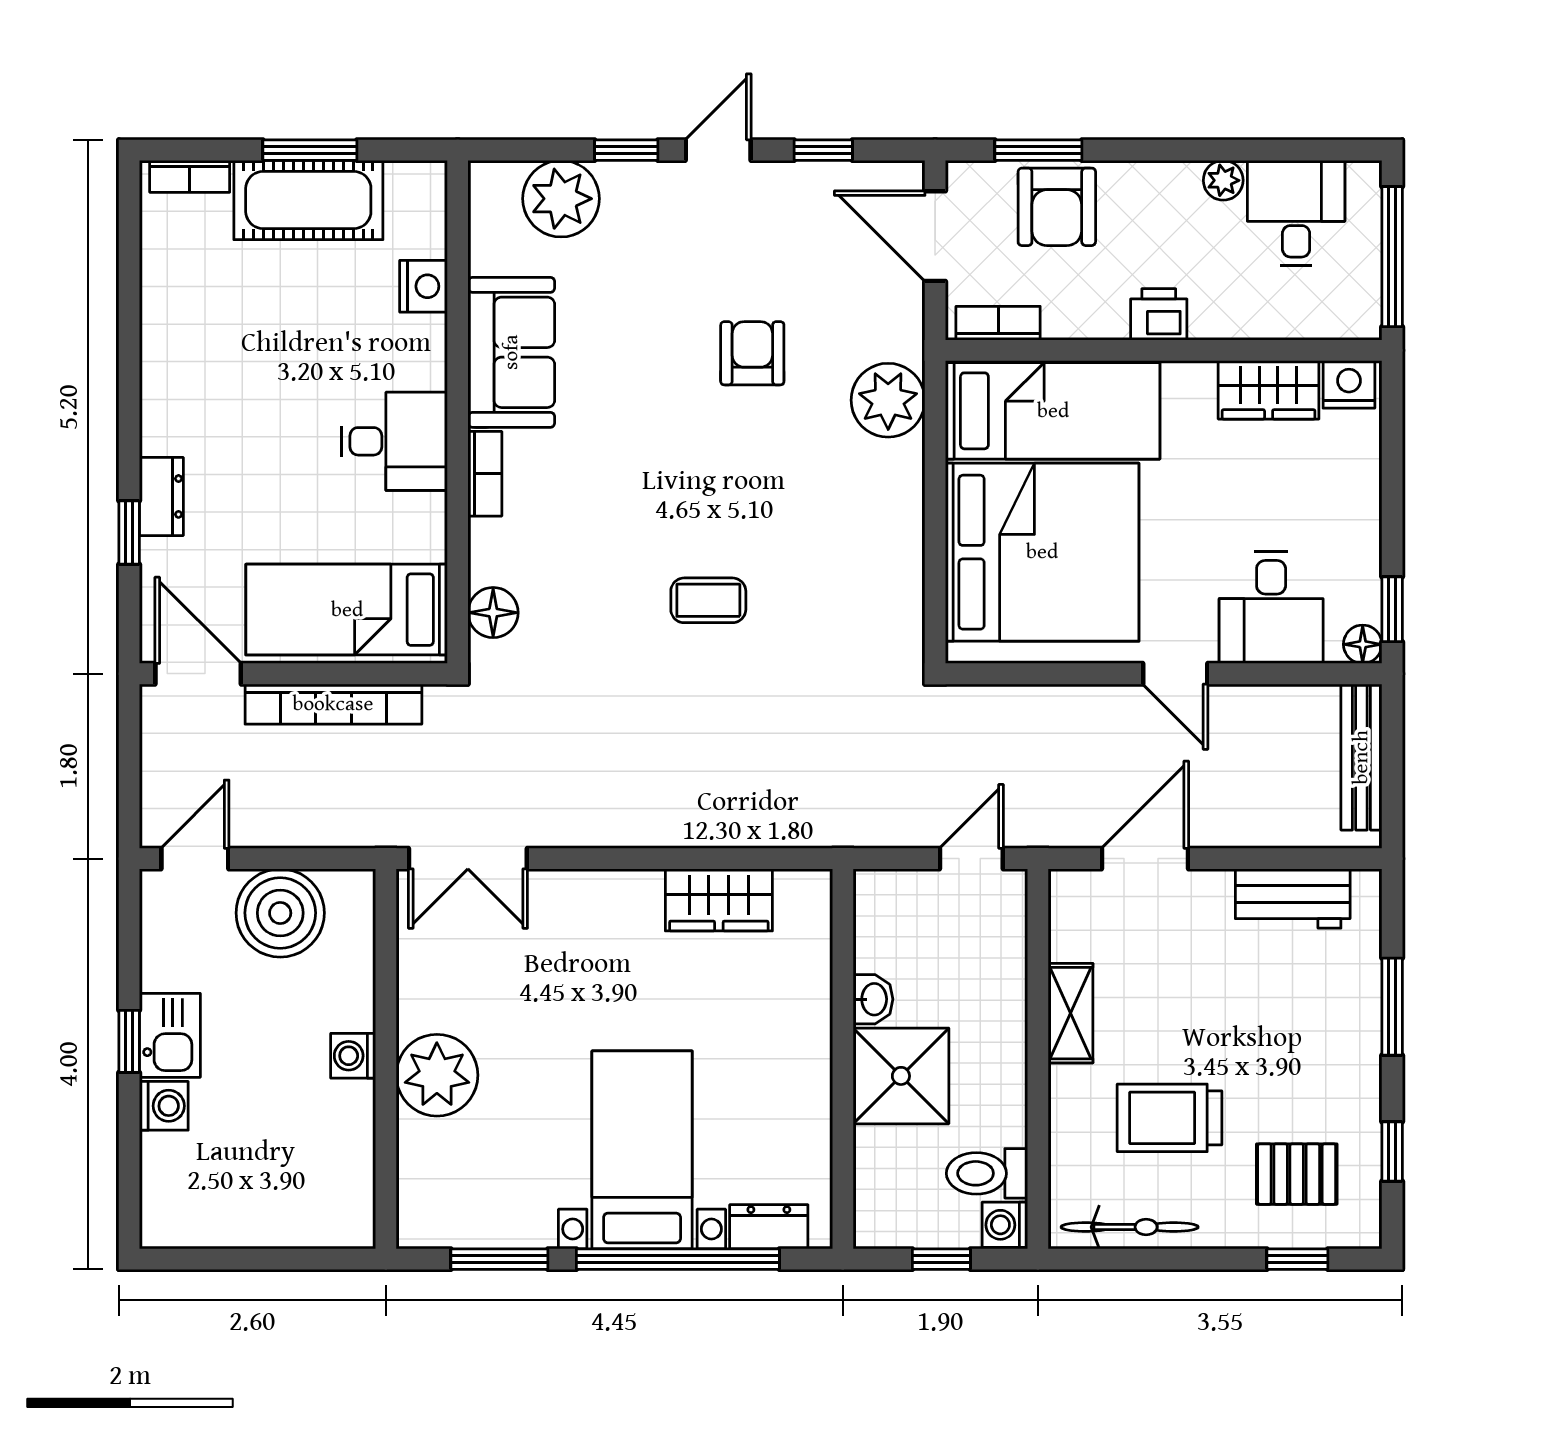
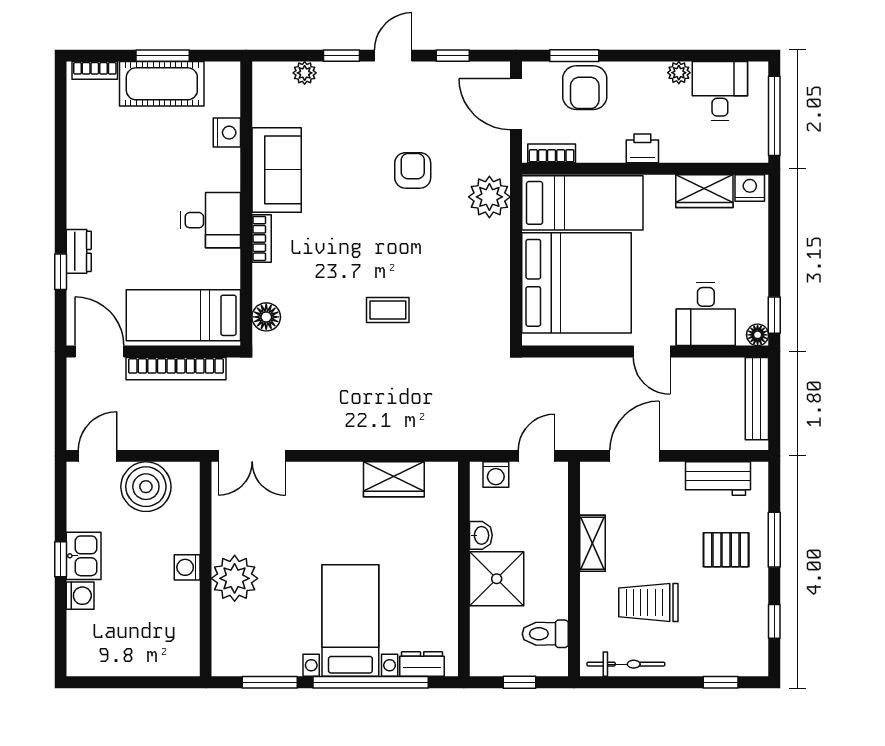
plant: (561, 199) -> (305, 73), width x0.53, depth x0.53
pallet: (1297, 1174) -> (726, 550), moved
washing machine: (1005, 1225) -> (496, 475), moved, turned -90

